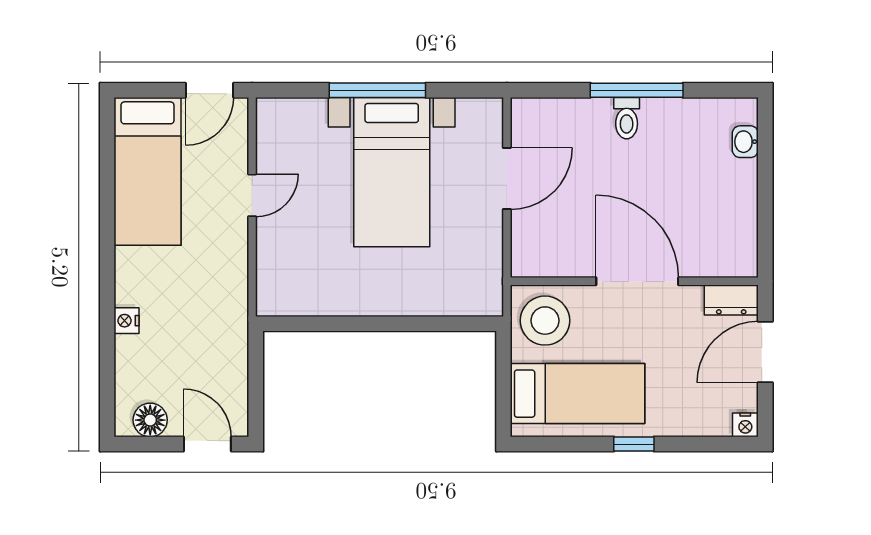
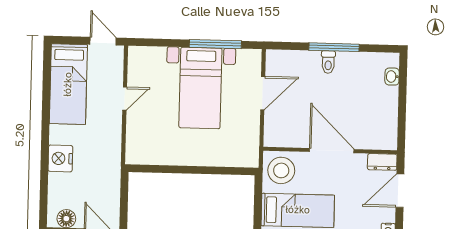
door: (210, 90) -> (103, 41), swing flipped
window: (377, 90) -> (215, 44), moved
nightstand: (126, 321) -> (60, 158), width x1.89, depth x1.79

